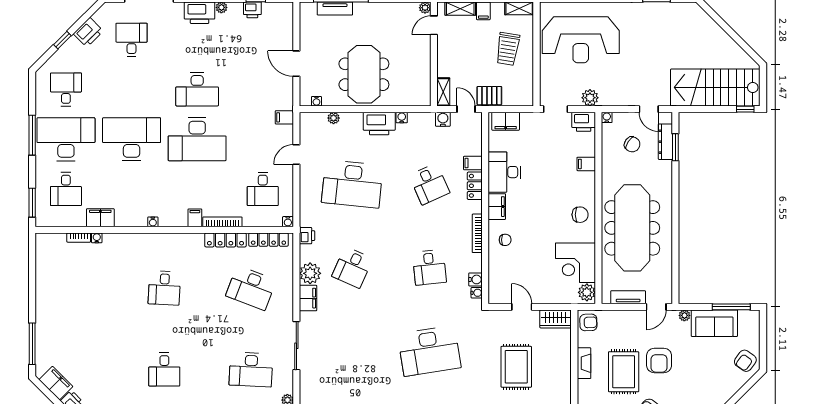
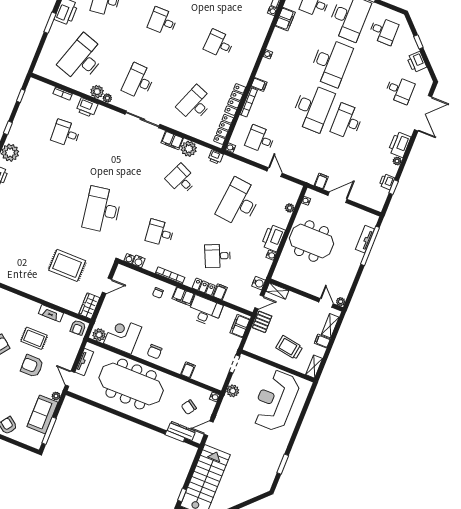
filing cabinet: (284, 117) -> (321, 181), moved
printer: (584, 122) -> (218, 380), removed
desk: (197, 139) -> (313, 108), turned 180
rug: (624, 372) -> (34, 338), width x0.73, depth x0.70

